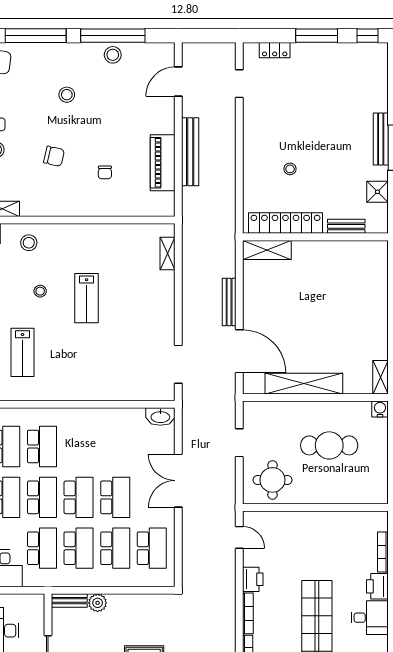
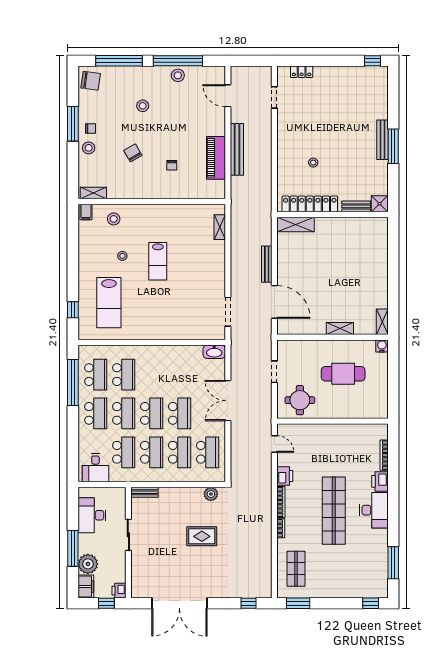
window: (317, 36) -> (334, 61), removed
door: (178, 82) -> (228, 96), hinge flipped
chair: (54, 156) -> (133, 153), turned -133
shower: (377, 192) -> (380, 204), moved
lab bench: (23, 352) -> (109, 303), width x1.36, depth x1.39
shelving: (304, 384) -> (340, 329), width x0.45, depth x0.75
plant: (98, 603) -> (211, 494), moved
desk: (370, 618) -> (374, 510), width x1.37

